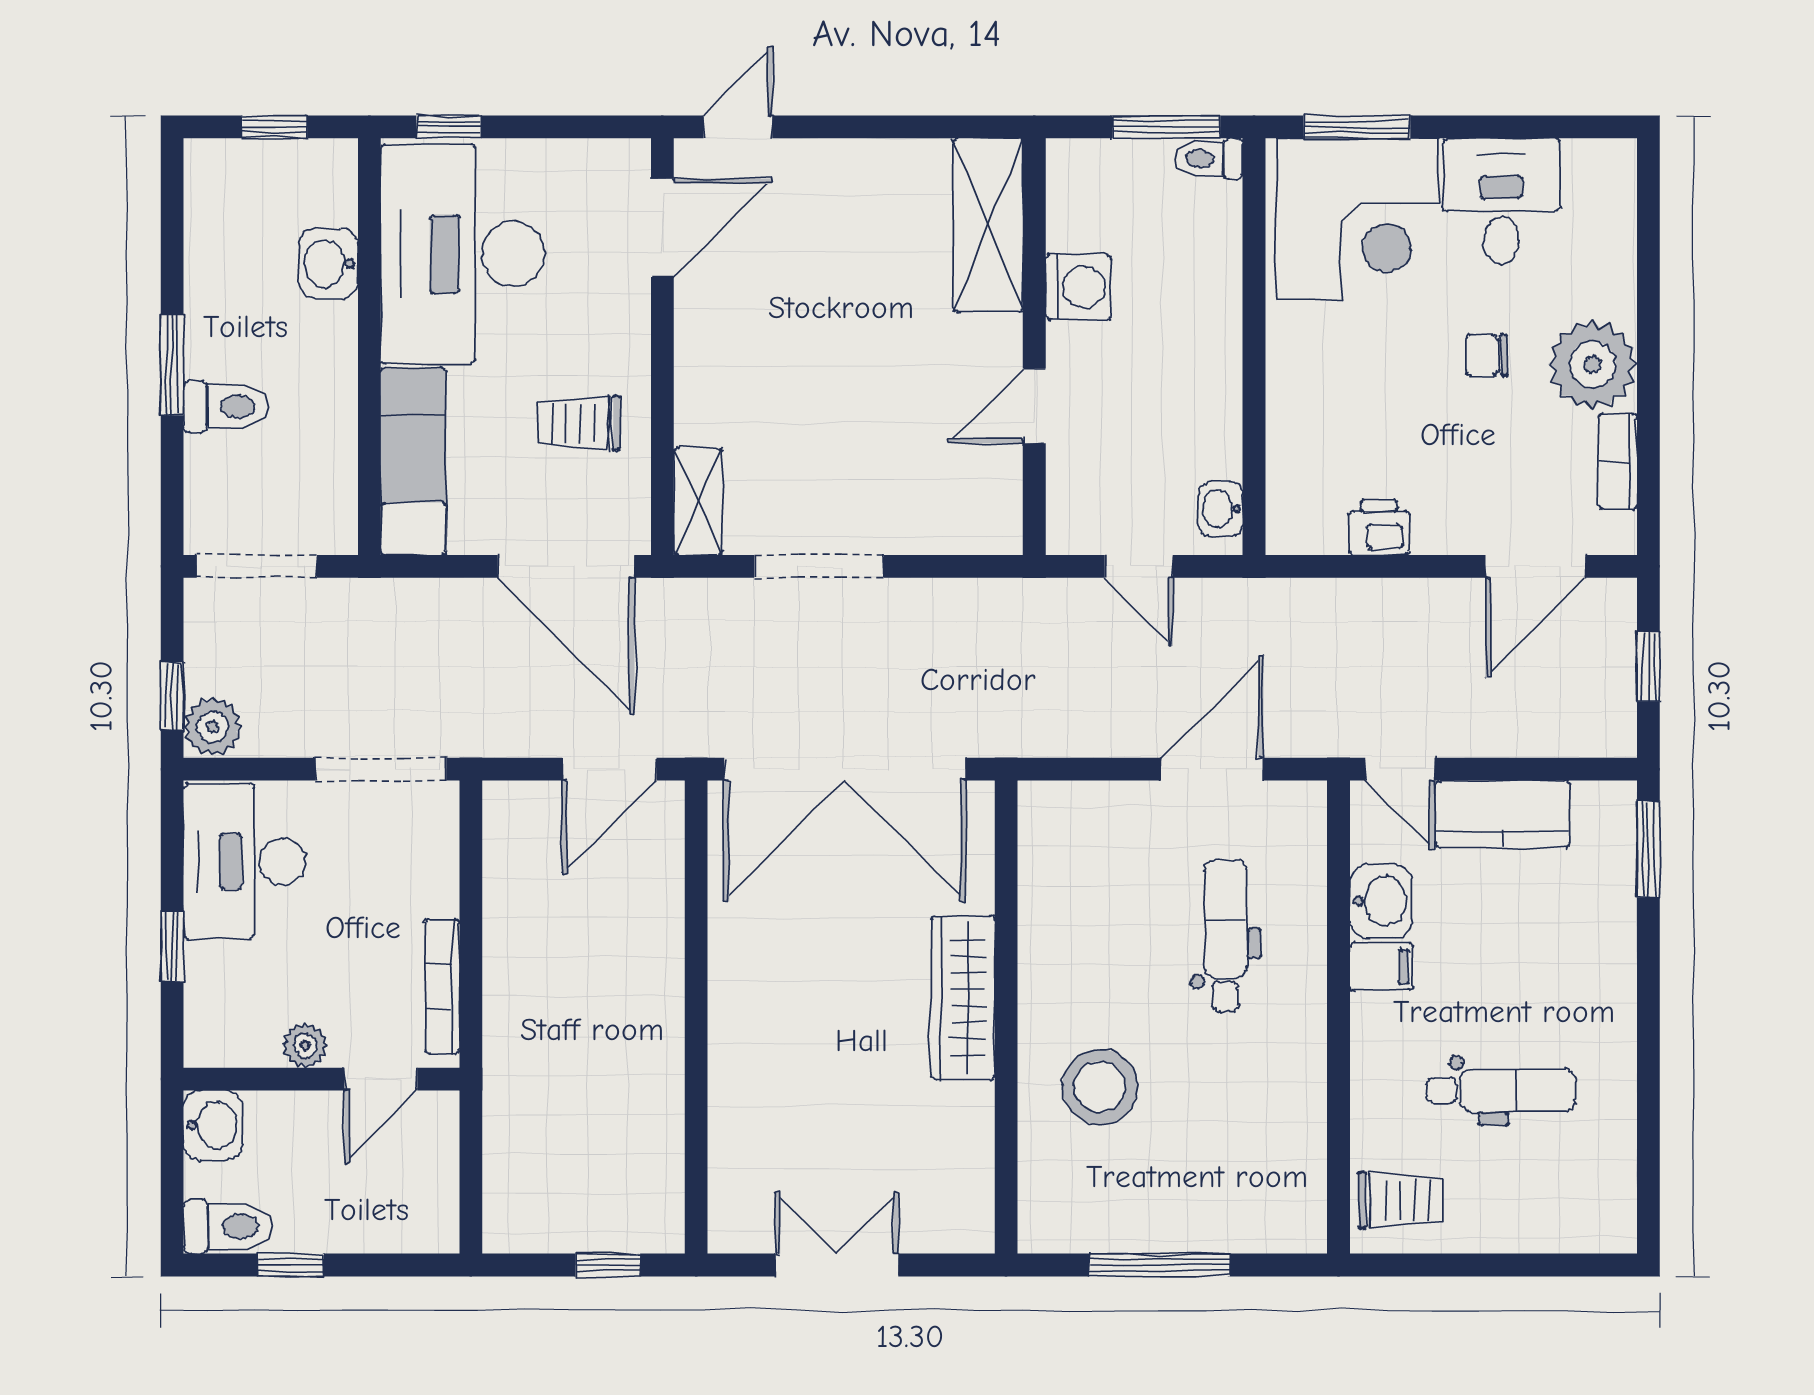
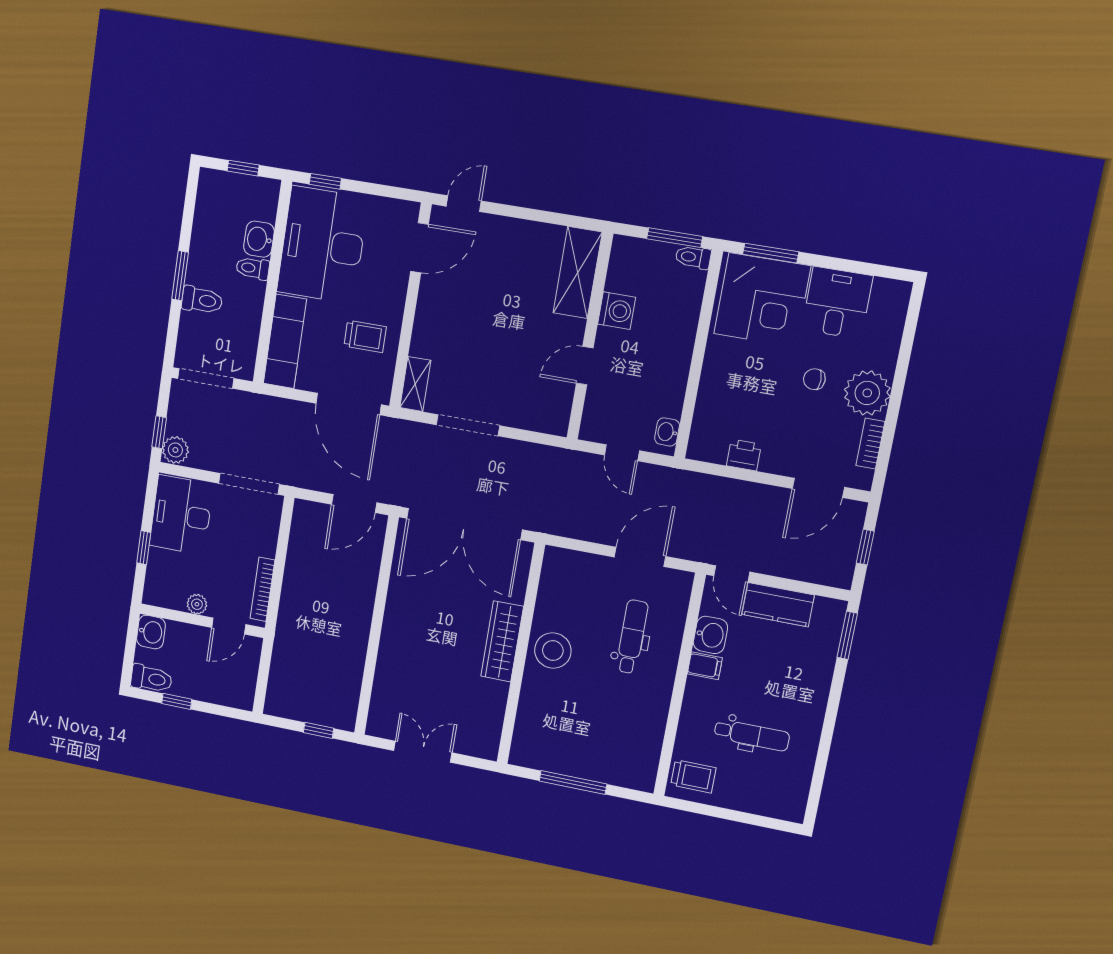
toilet: (324, 324) -> (253, 268), added
trolley: (579, 423) -> (365, 336), turned 180
stool: (1100, 1087) -> (553, 651), moved

